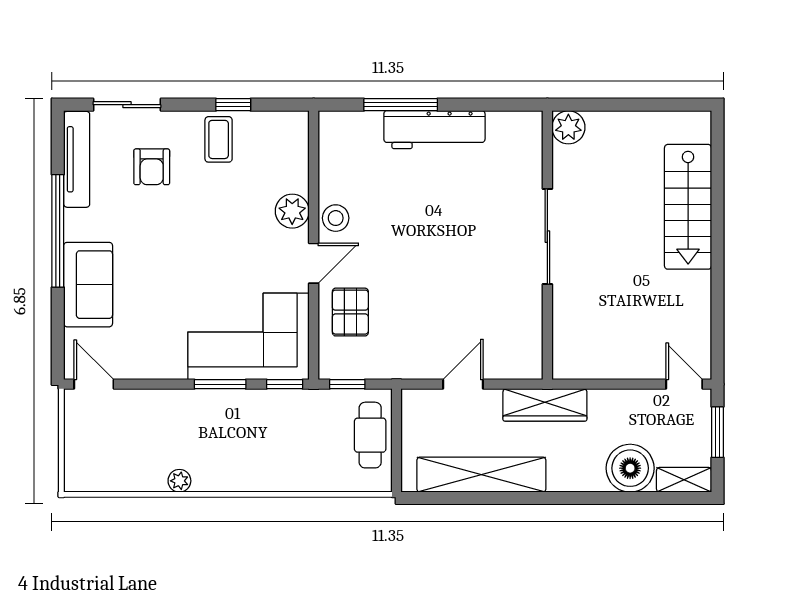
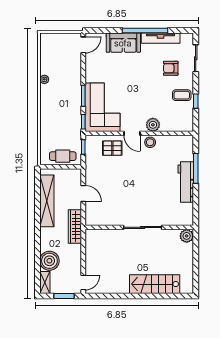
tv unit: (77, 159) -> (161, 38), moved

